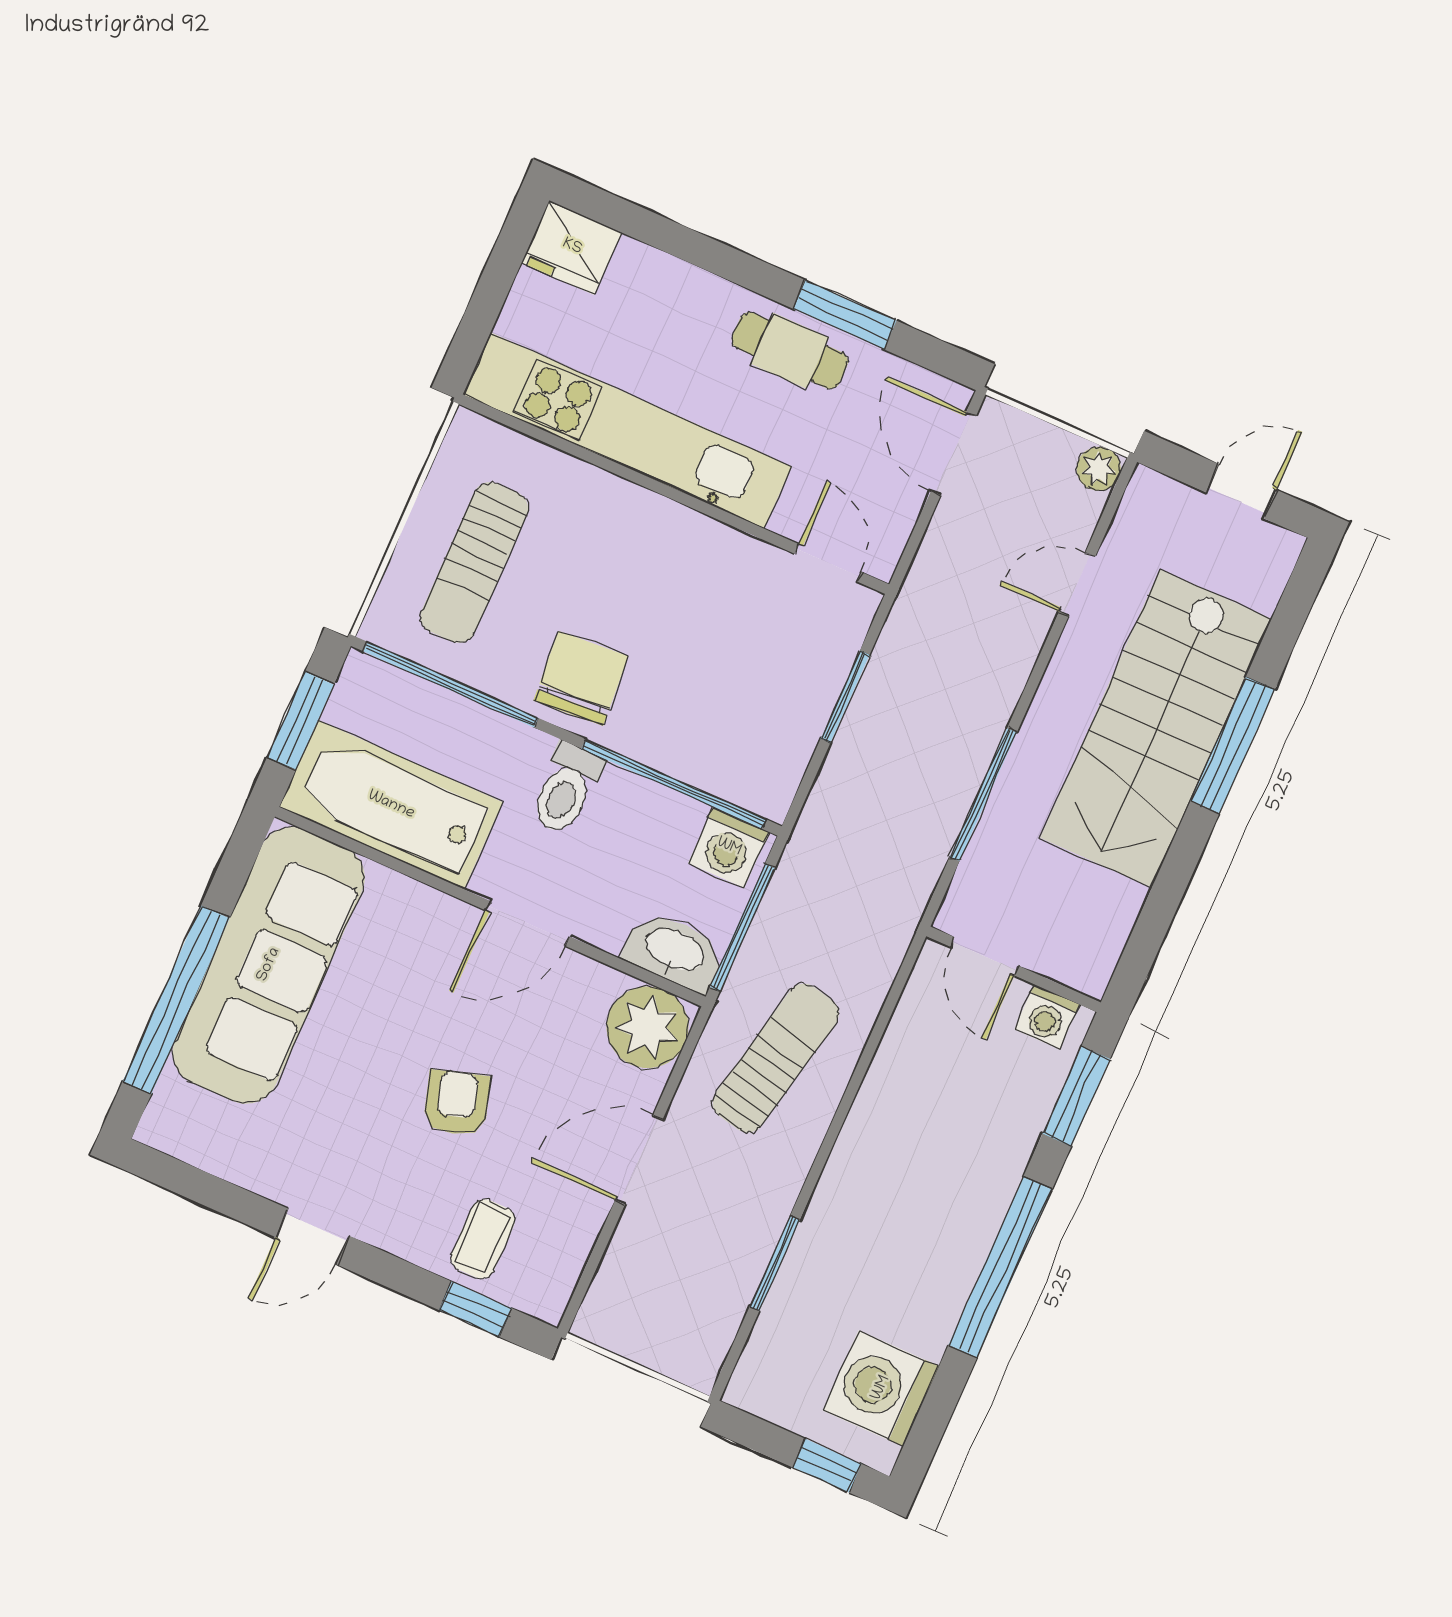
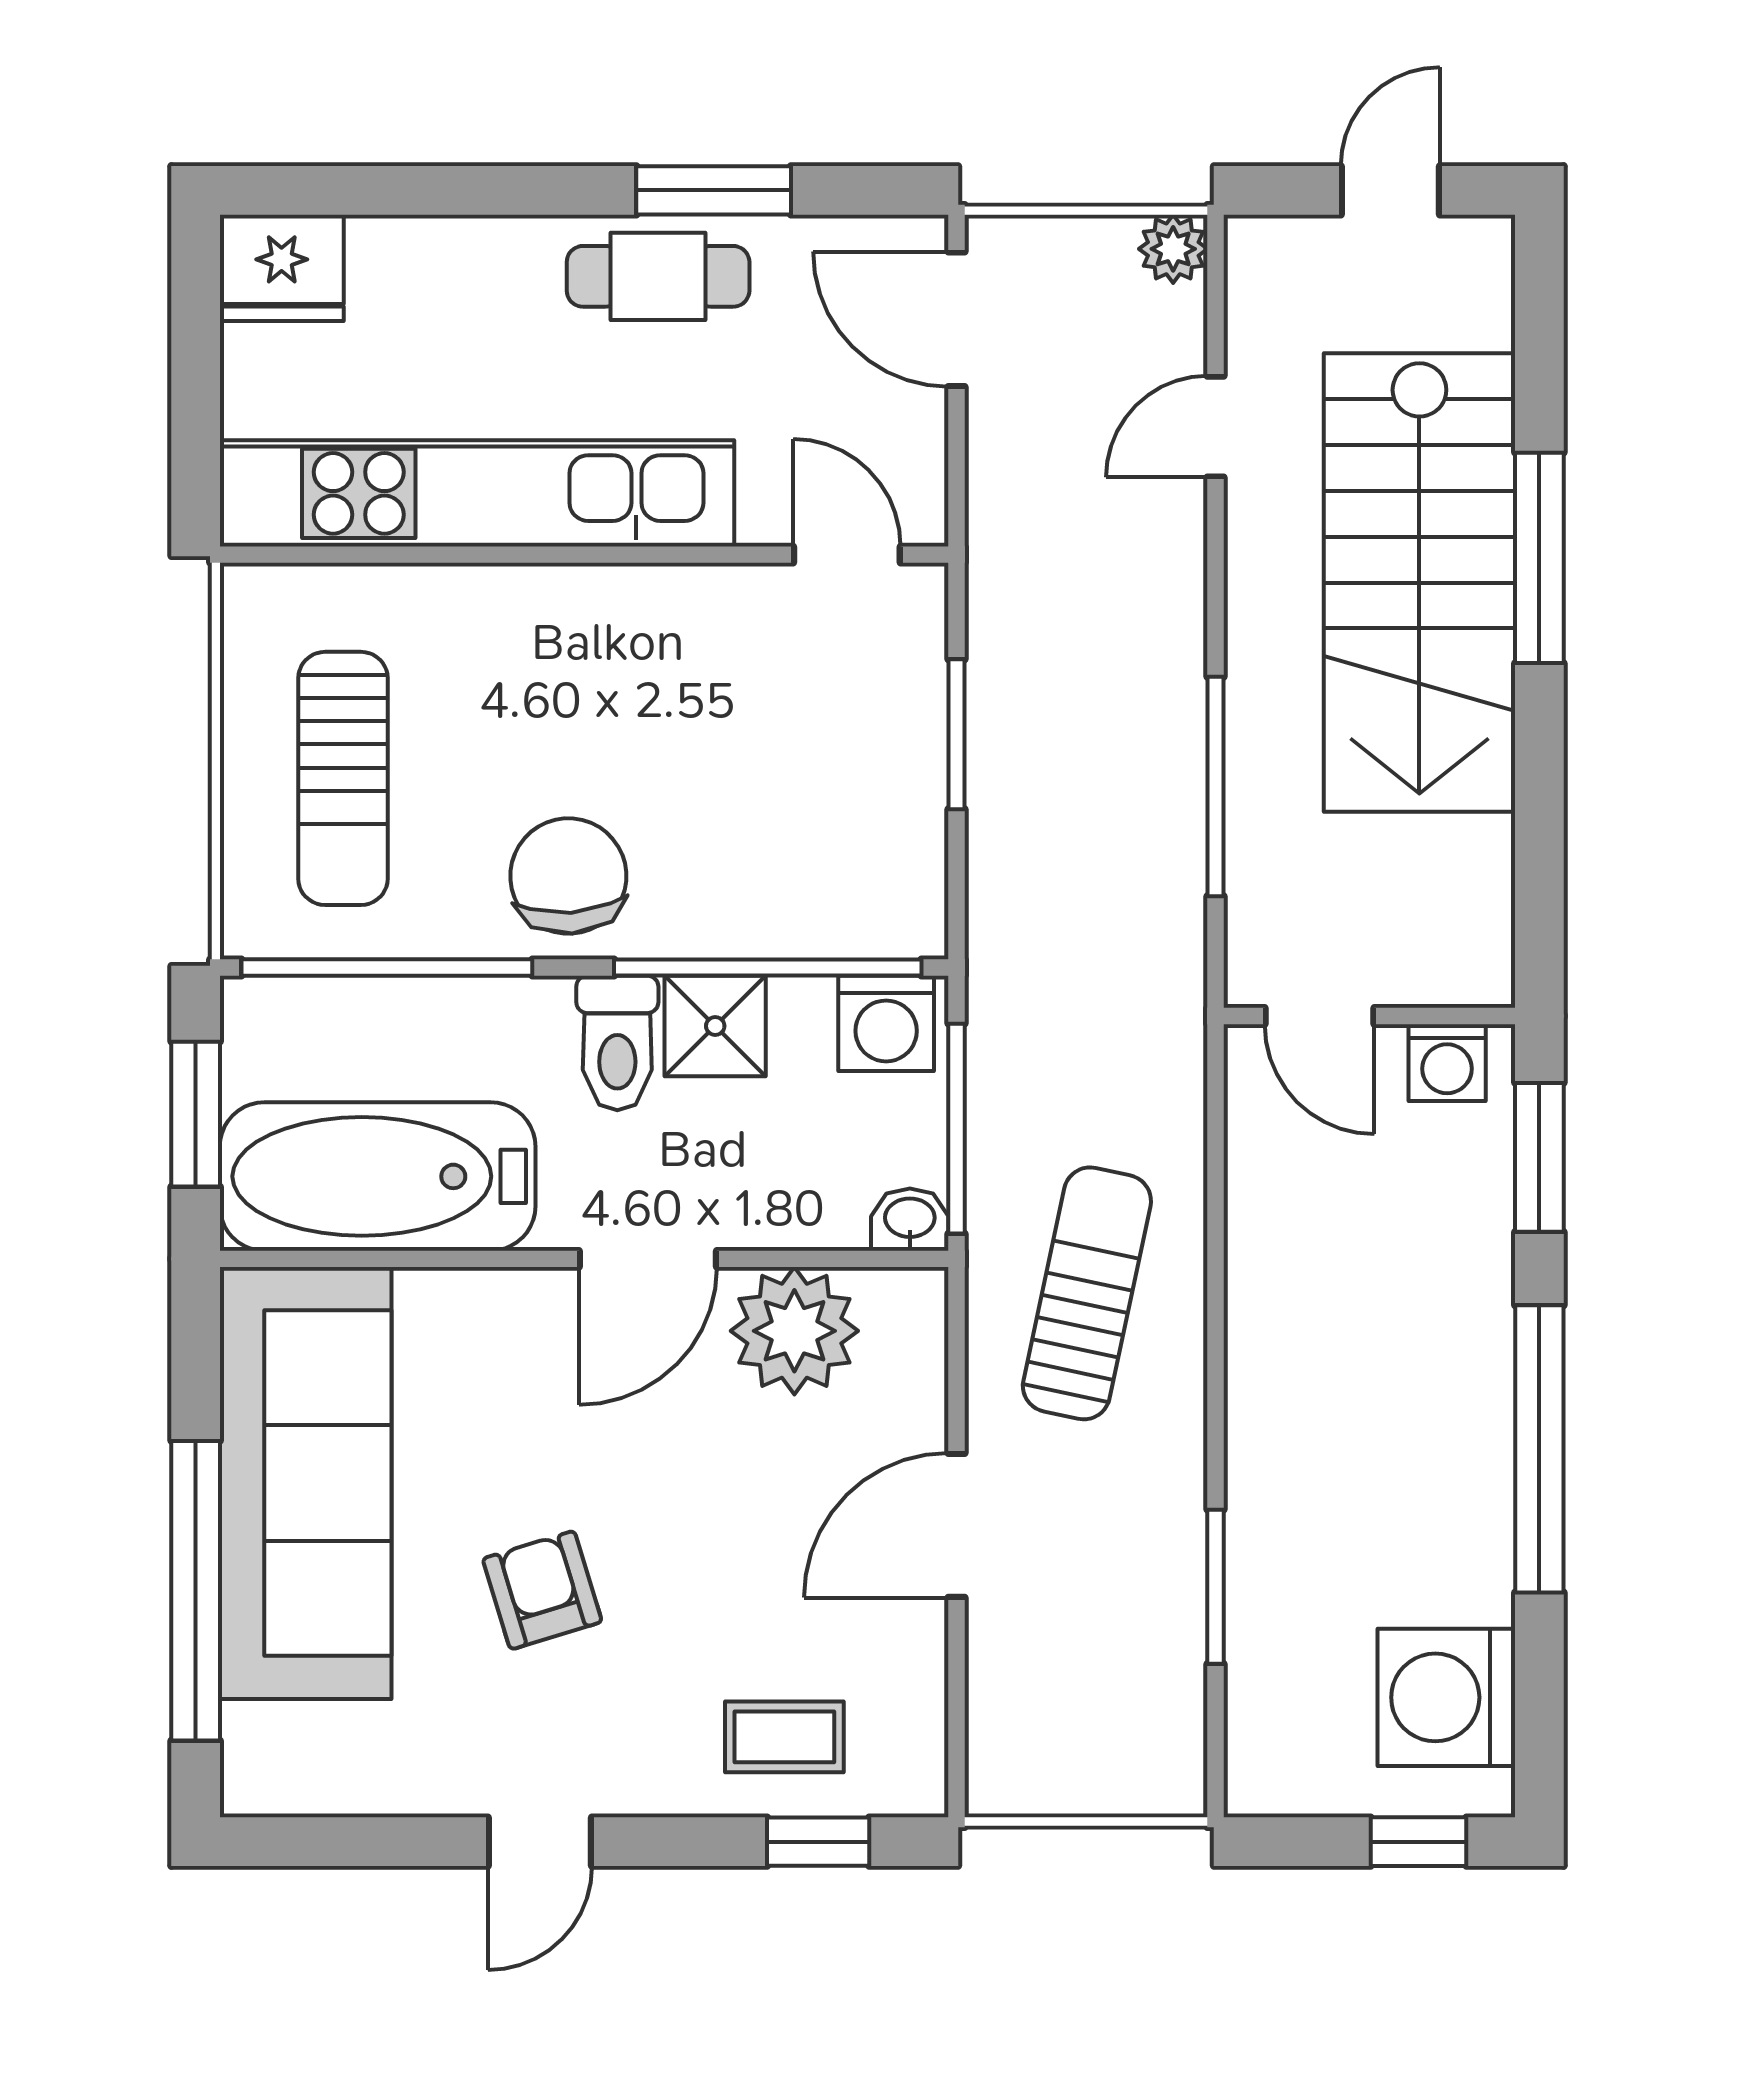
shower: (628, 805) -> (715, 1026), added
washbasin: (674, 951) -> (910, 1220), width x0.52, depth x0.69
plant: (648, 1027) -> (794, 1331), moved
armchair: (457, 1103) -> (542, 1590), moved
coffee table: (483, 1239) -> (784, 1737), turned 90

